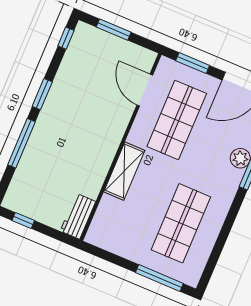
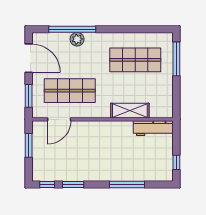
window: (114, 30) -> (29, 145), moved
window: (42, 94) -> (73, 185), moved
shelving: (124, 171) -> (130, 111), moved
workbench: (78, 216) -> (153, 128), width x1.38

